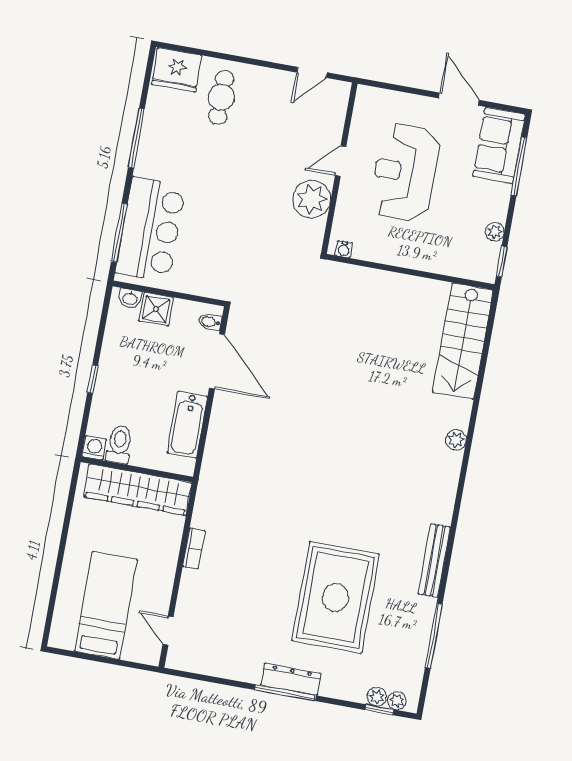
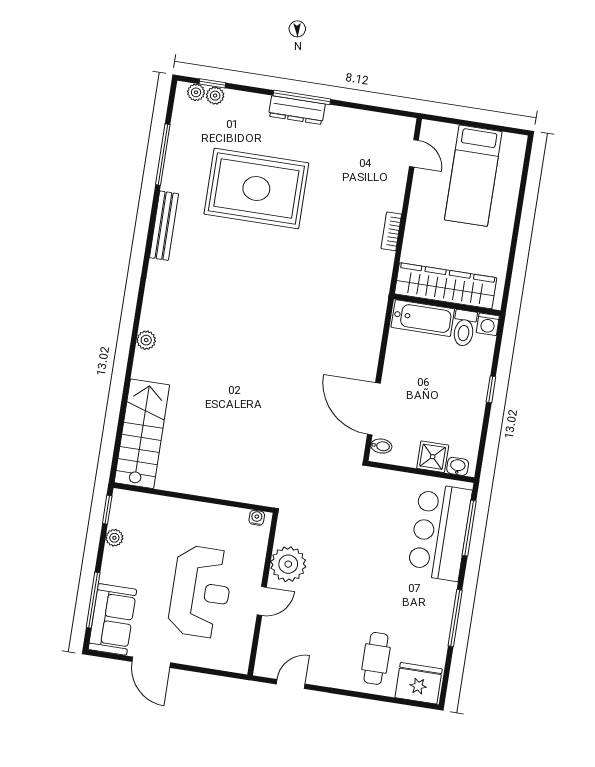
bathtub: (187, 425) -> (423, 318), moved, turned 90
rug: (336, 597) -> (256, 188), turned 90

